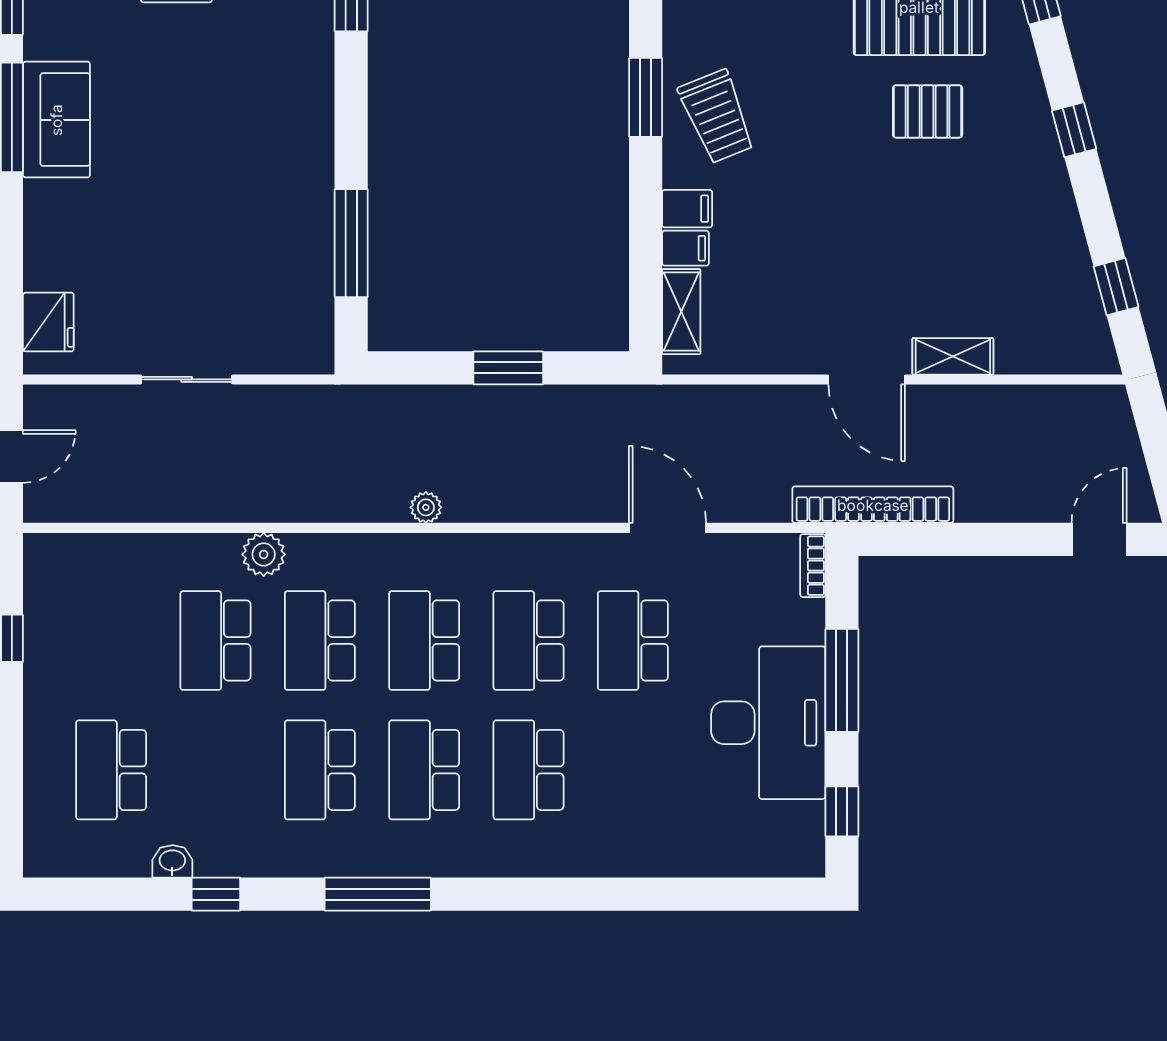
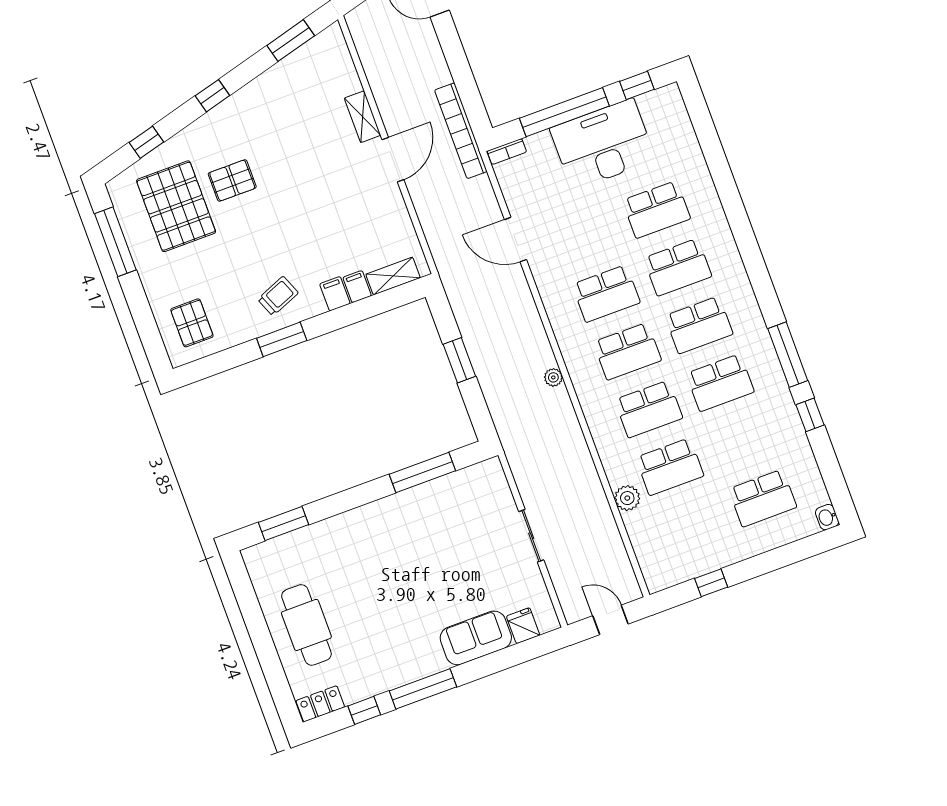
pallet: (928, 111) -> (232, 180), turned 90
trolley: (717, 117) -> (278, 296), width x0.73, depth x0.72
sofa: (56, 120) -> (476, 638), moved
window: (1116, 287) -> (291, 41), width x1.50
fridge: (48, 322) -> (523, 626), width x0.72
door: (668, 528) -> (515, 240), hinge flipped
plant: (264, 554) -> (627, 498), moved
school desk: (633, 640) -> (656, 209), moved
window: (842, 680) -> (564, 112), width x1.46
washbasin: (172, 861) -> (827, 517), moved
window: (378, 894) -> (788, 355), moved

